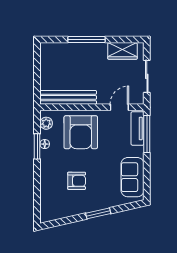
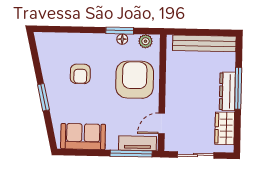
dresser: (89, 49) -> (227, 91), added
bench: (68, 97) -> (204, 43), moved, turned 90
door: (119, 107) -> (162, 123), swing flipped
armchair: (81, 132) -> (135, 80), turned 90

